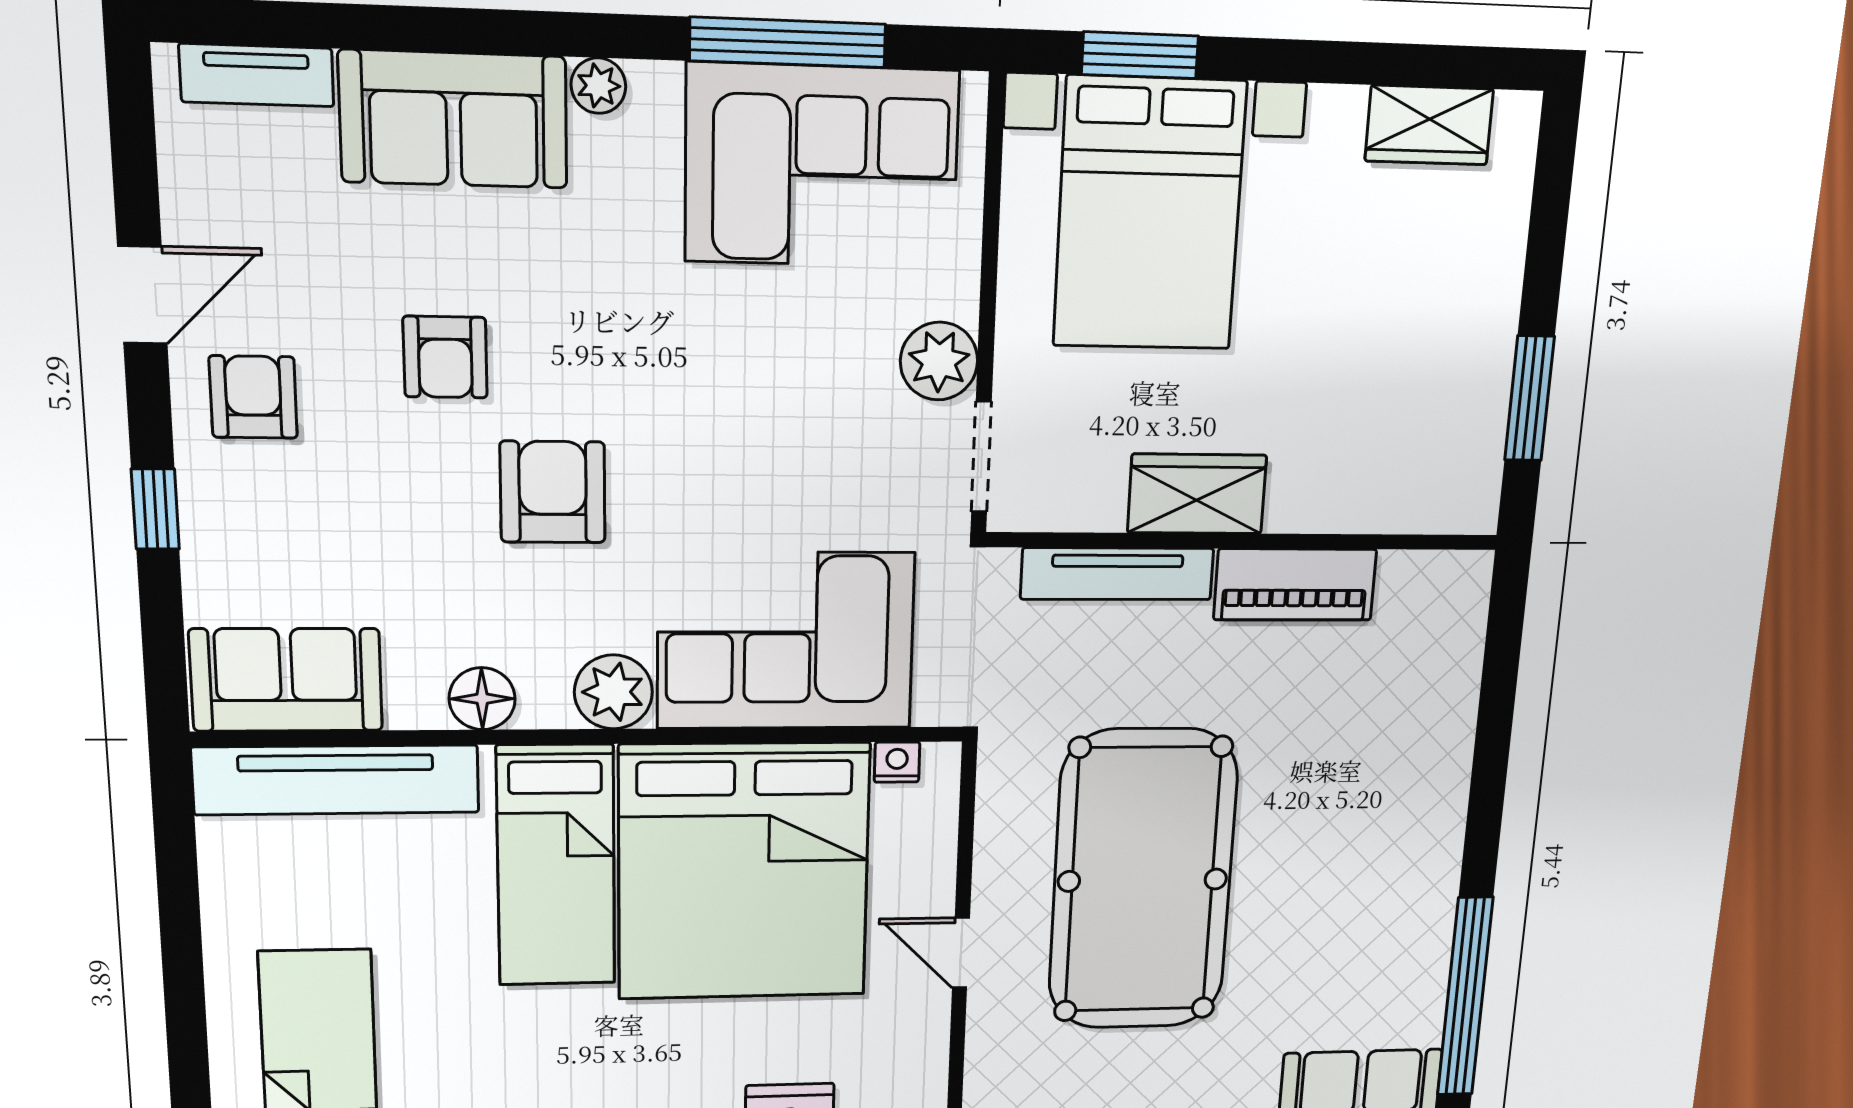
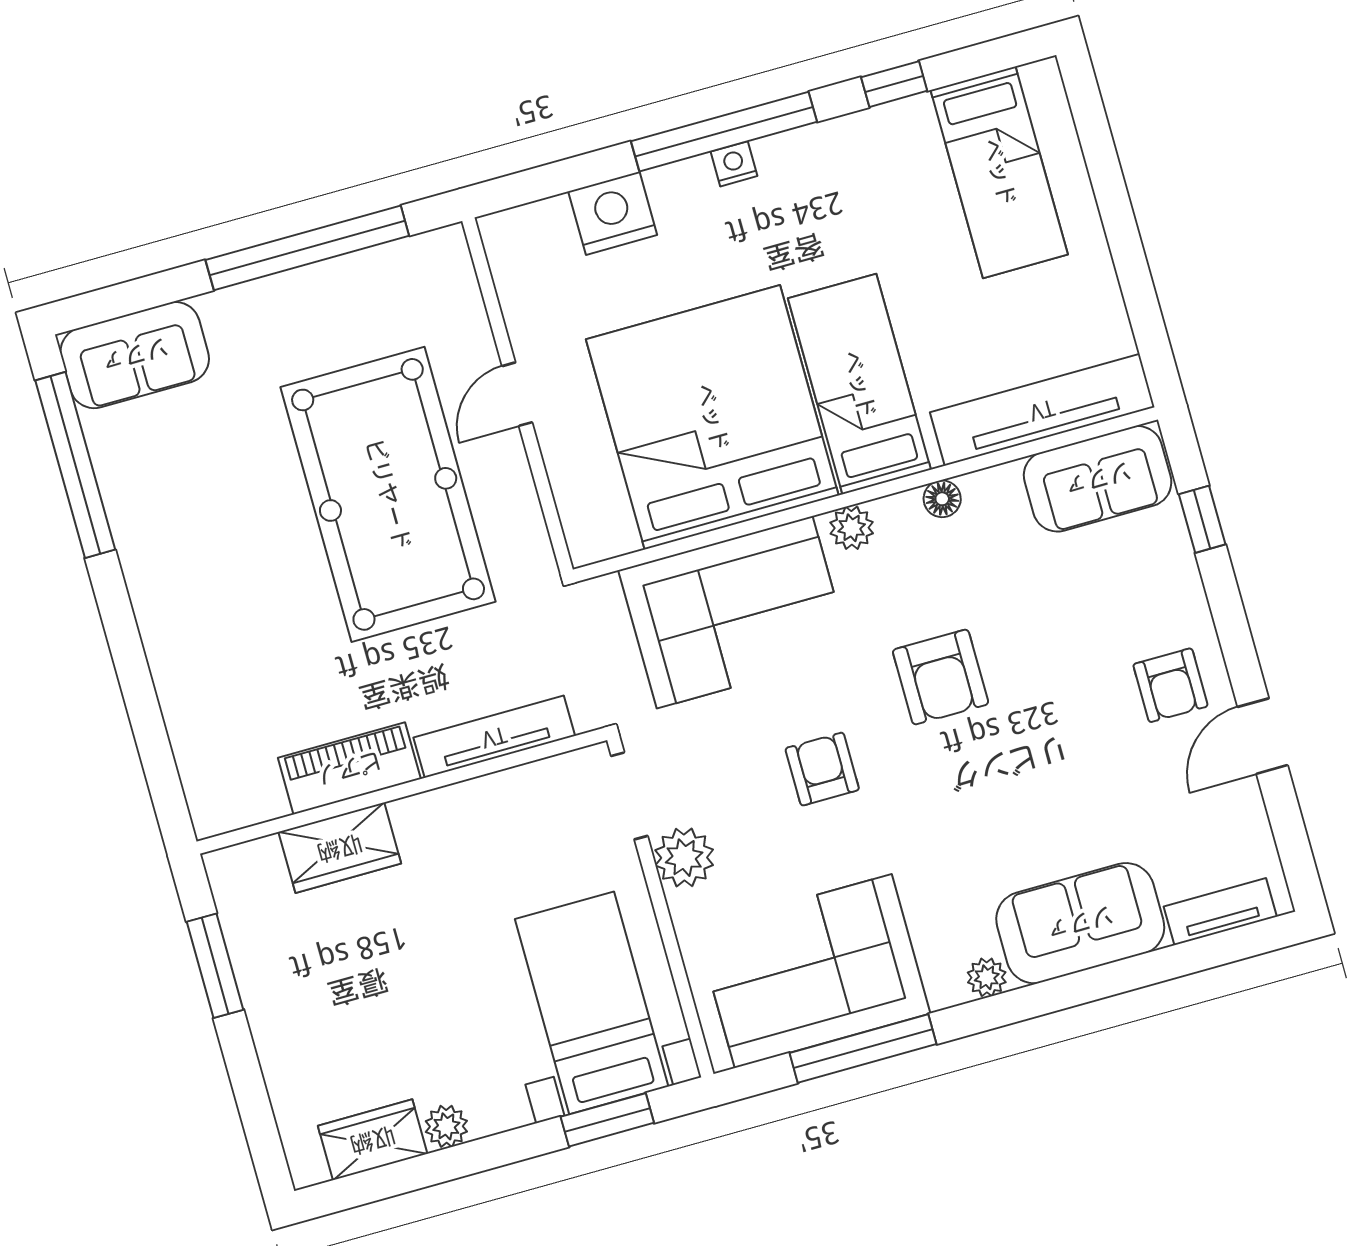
plant: (1337, 113) -> (446, 1126), added
bed with nightstands: (1149, 214) -> (592, 1003), width x0.73
armchair: (445, 357) -> (822, 769), moved
wardrobe: (1197, 494) -> (340, 848), moved
window: (155, 509) -> (1202, 519), moved
plant: (613, 692) -> (852, 528), width x0.73, depth x0.73
floor lamp: (482, 699) -> (942, 499), width x0.73, depth x0.73
nightstand: (897, 762) -> (619, 539), removed
door: (961, 953) -> (517, 394), swing flipped

